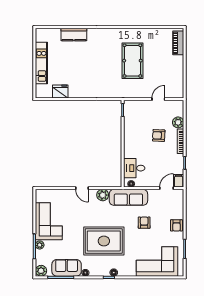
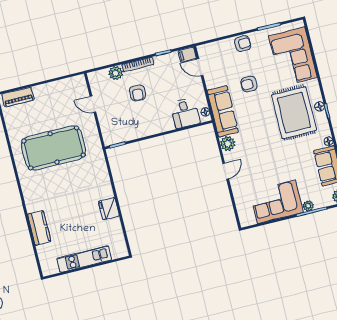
pool table: (132, 61) -> (54, 148), width x1.36, depth x1.32
fridge: (60, 92) -> (109, 209), moved
rug: (104, 241) -> (294, 113), moved

